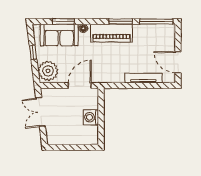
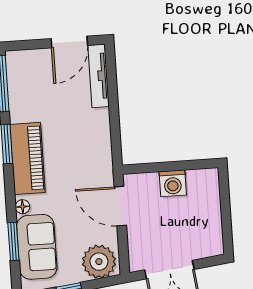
tv unit: (143, 78) -> (99, 76), moved

